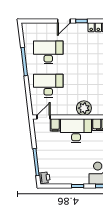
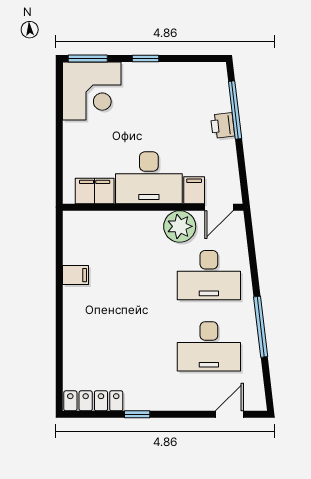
door: (64, 21) -> (229, 414), moved
plant: (84, 108) -> (180, 226), moved
printer: (45, 178) -> (223, 126), moved

